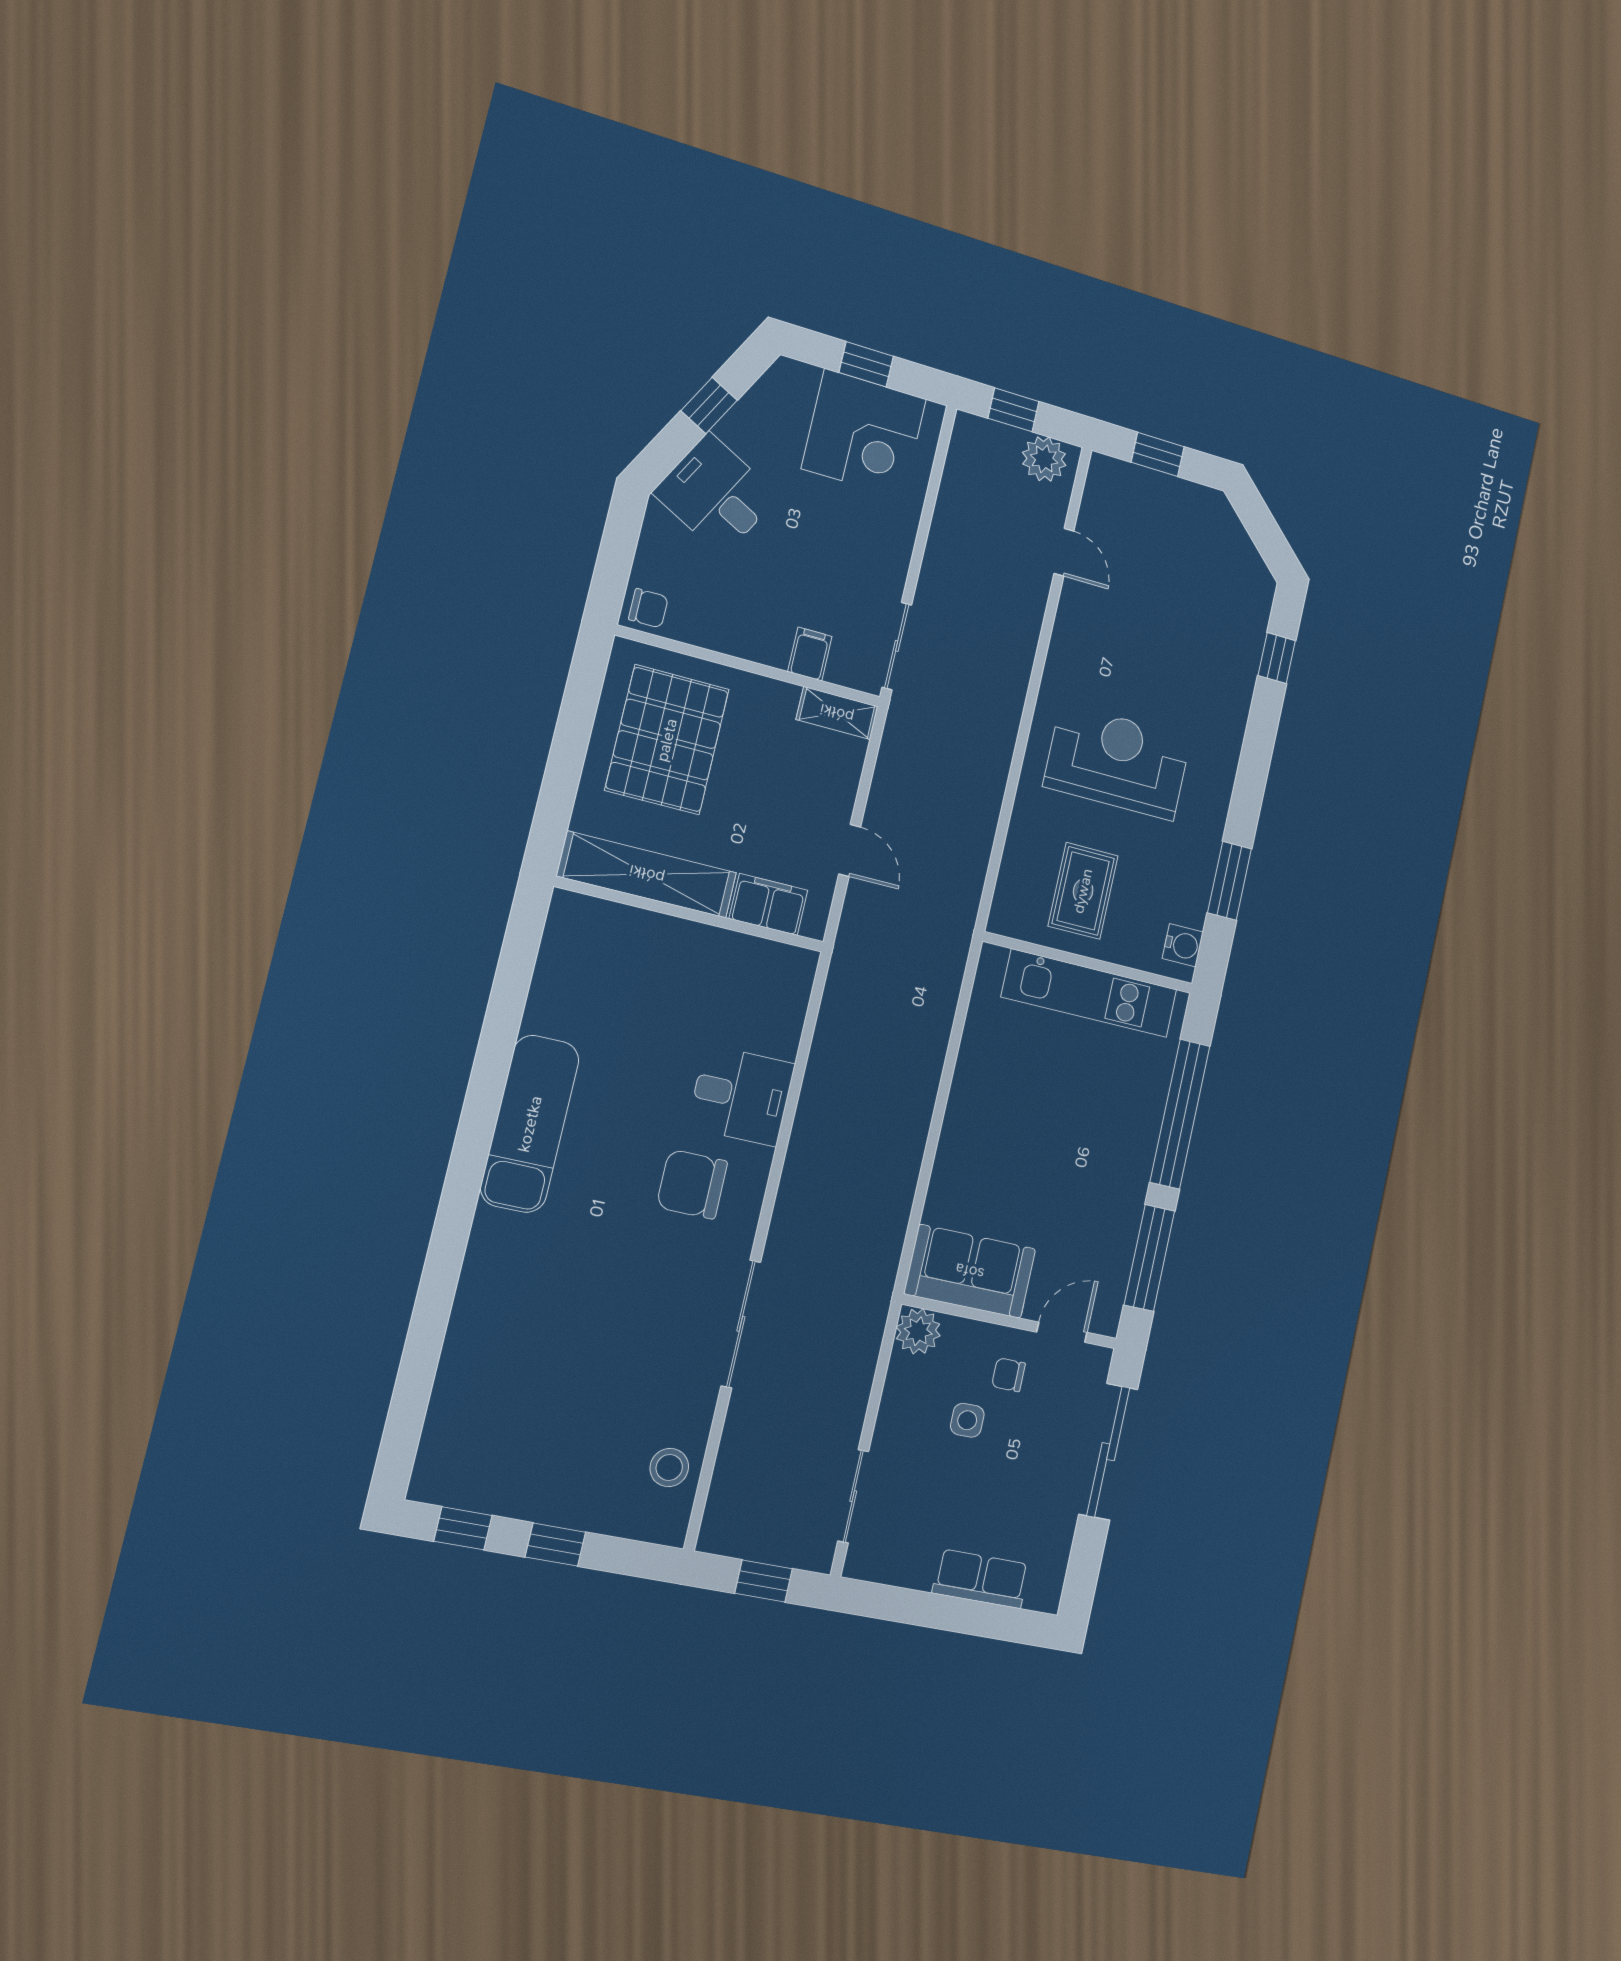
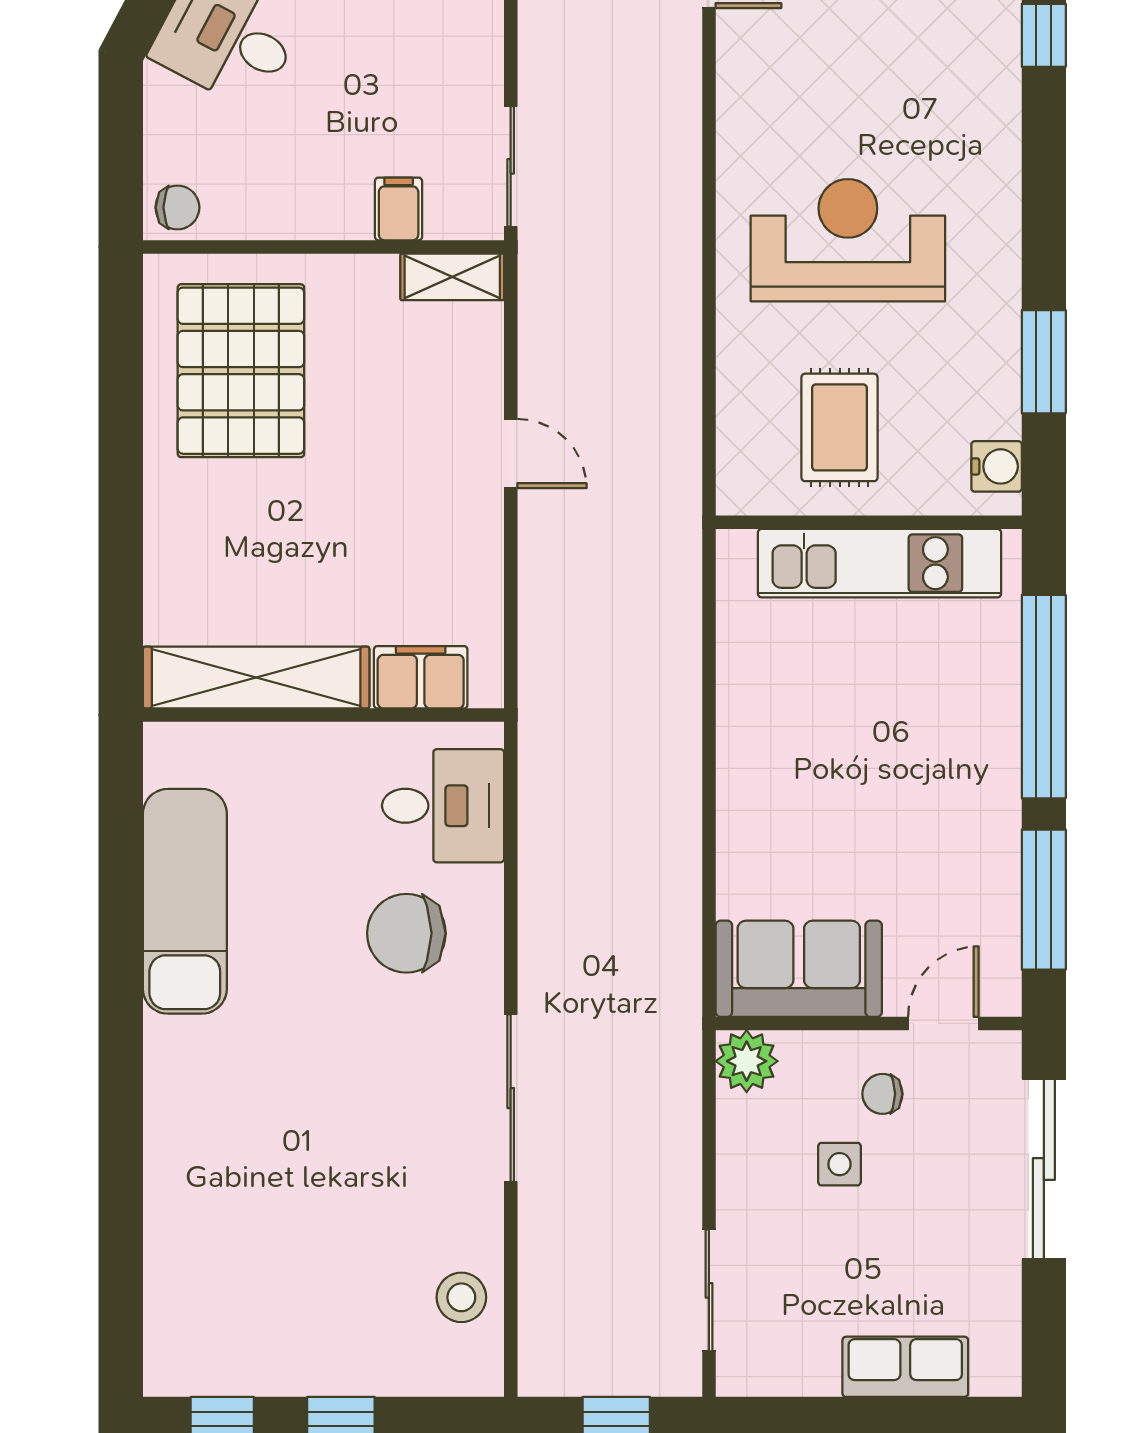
shelving: (647, 874) -> (256, 678), moved
filing cabinet: (768, 904) -> (421, 677), moved
wall: (690, 914) -> (323, 715), moved

